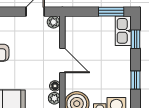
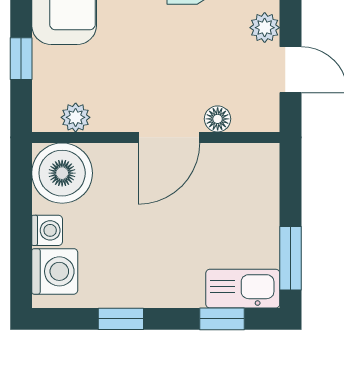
plant: (53, 22) -> (265, 28), moved
floor lamp: (55, 86) -> (218, 119), moved

